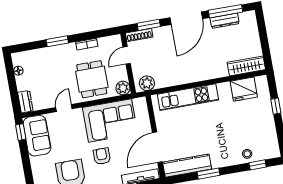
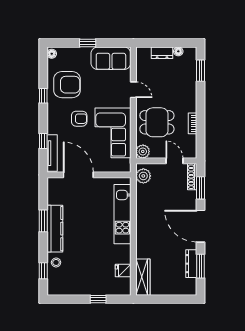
window: (225, 11) -> (201, 266), width x0.69
window: (57, 41) -> (201, 71), moved
fridge: (244, 89) -> (123, 270), width x0.53, depth x0.75
dresser: (25, 102) -> (162, 53), moved
window: (21, 132) -> (88, 43), moved
kitchen counter: (187, 166) -> (55, 229), moved

